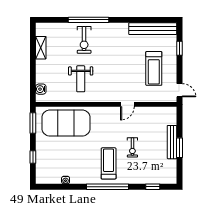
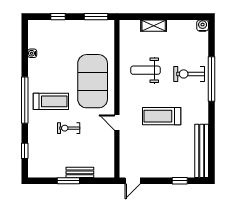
shelving: (41, 48) -> (154, 26), moved
treadmill: (154, 68) -> (162, 116), moved
water cooler: (41, 89) -> (203, 26), moved
exercise mat: (66, 123) -> (93, 81), moved
bench: (172, 142) -> (80, 172), width x0.73

